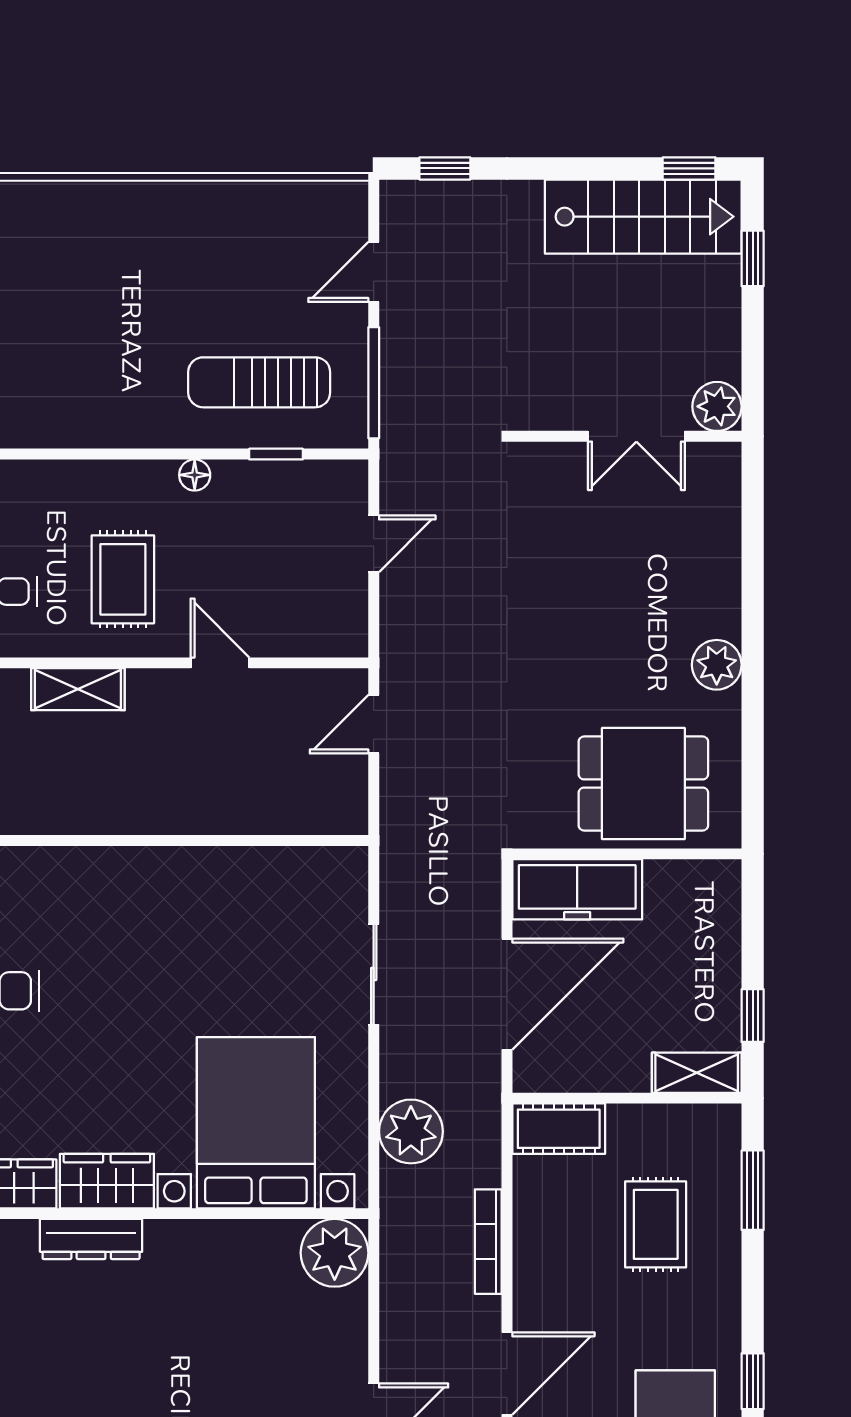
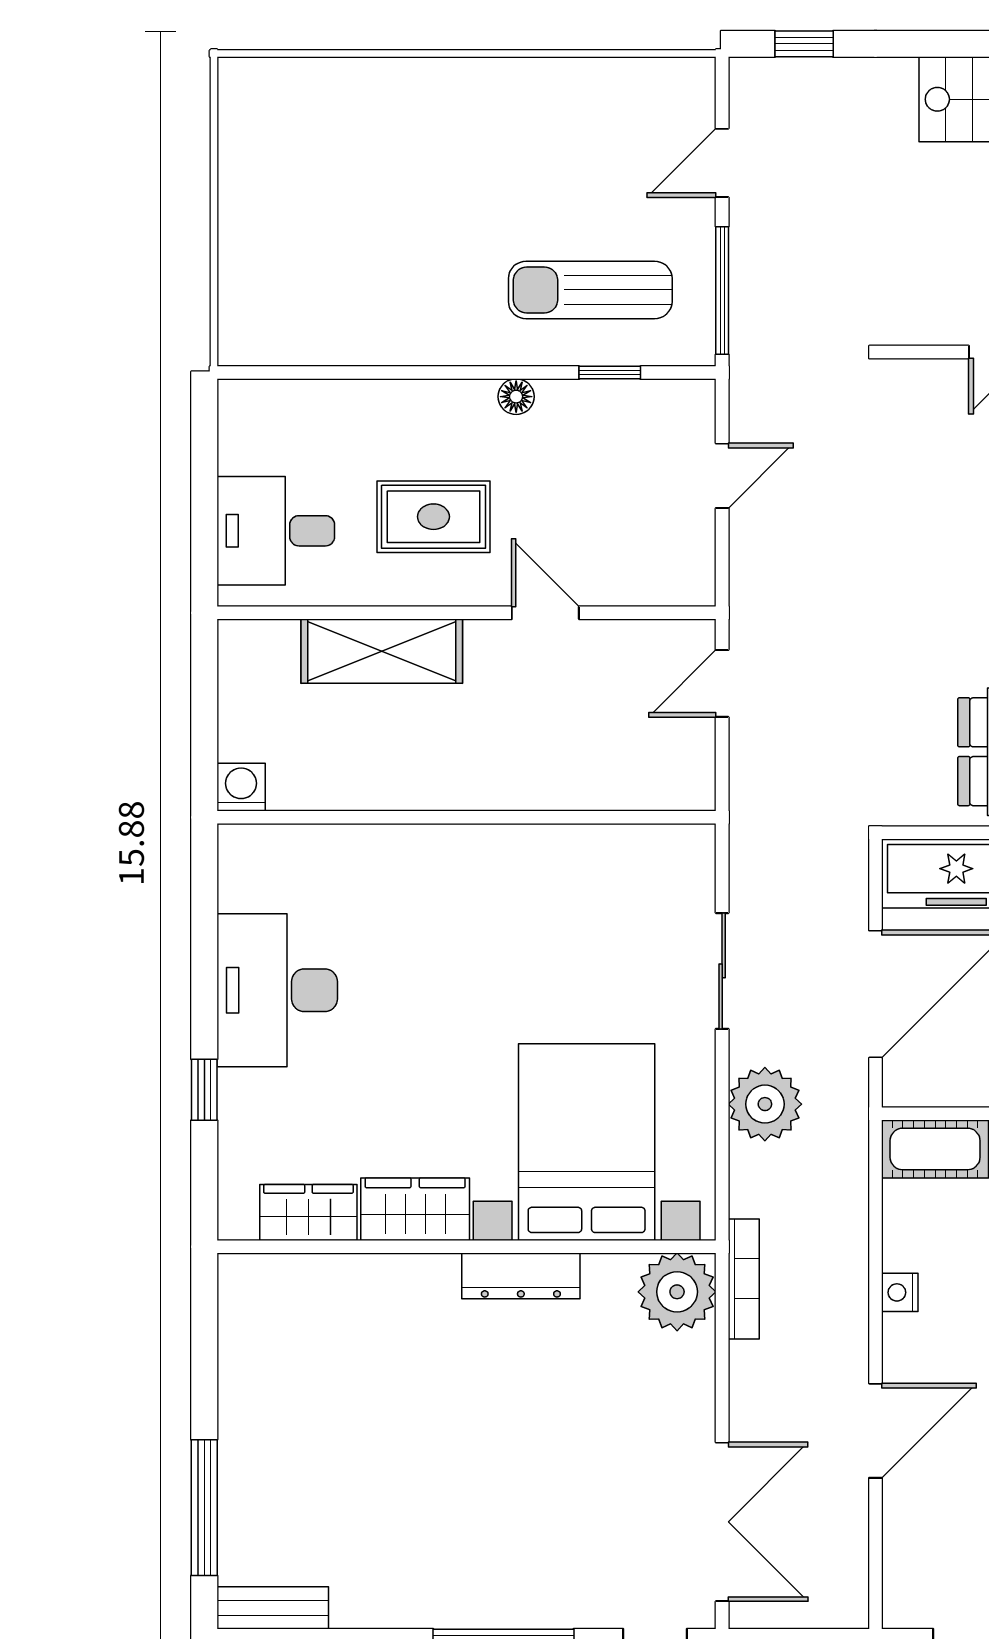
rug: (123, 579) -> (433, 517), turned 90
shelving: (78, 689) -> (382, 651), width x1.50, depth x1.33
plant: (411, 1131) -> (765, 1104), moved
dresser: (91, 1239) -> (521, 1276), moved
bookcase: (488, 1242) -> (744, 1279), moved, turned 180
nightstand: (528, 1253) -> (900, 1292), added

